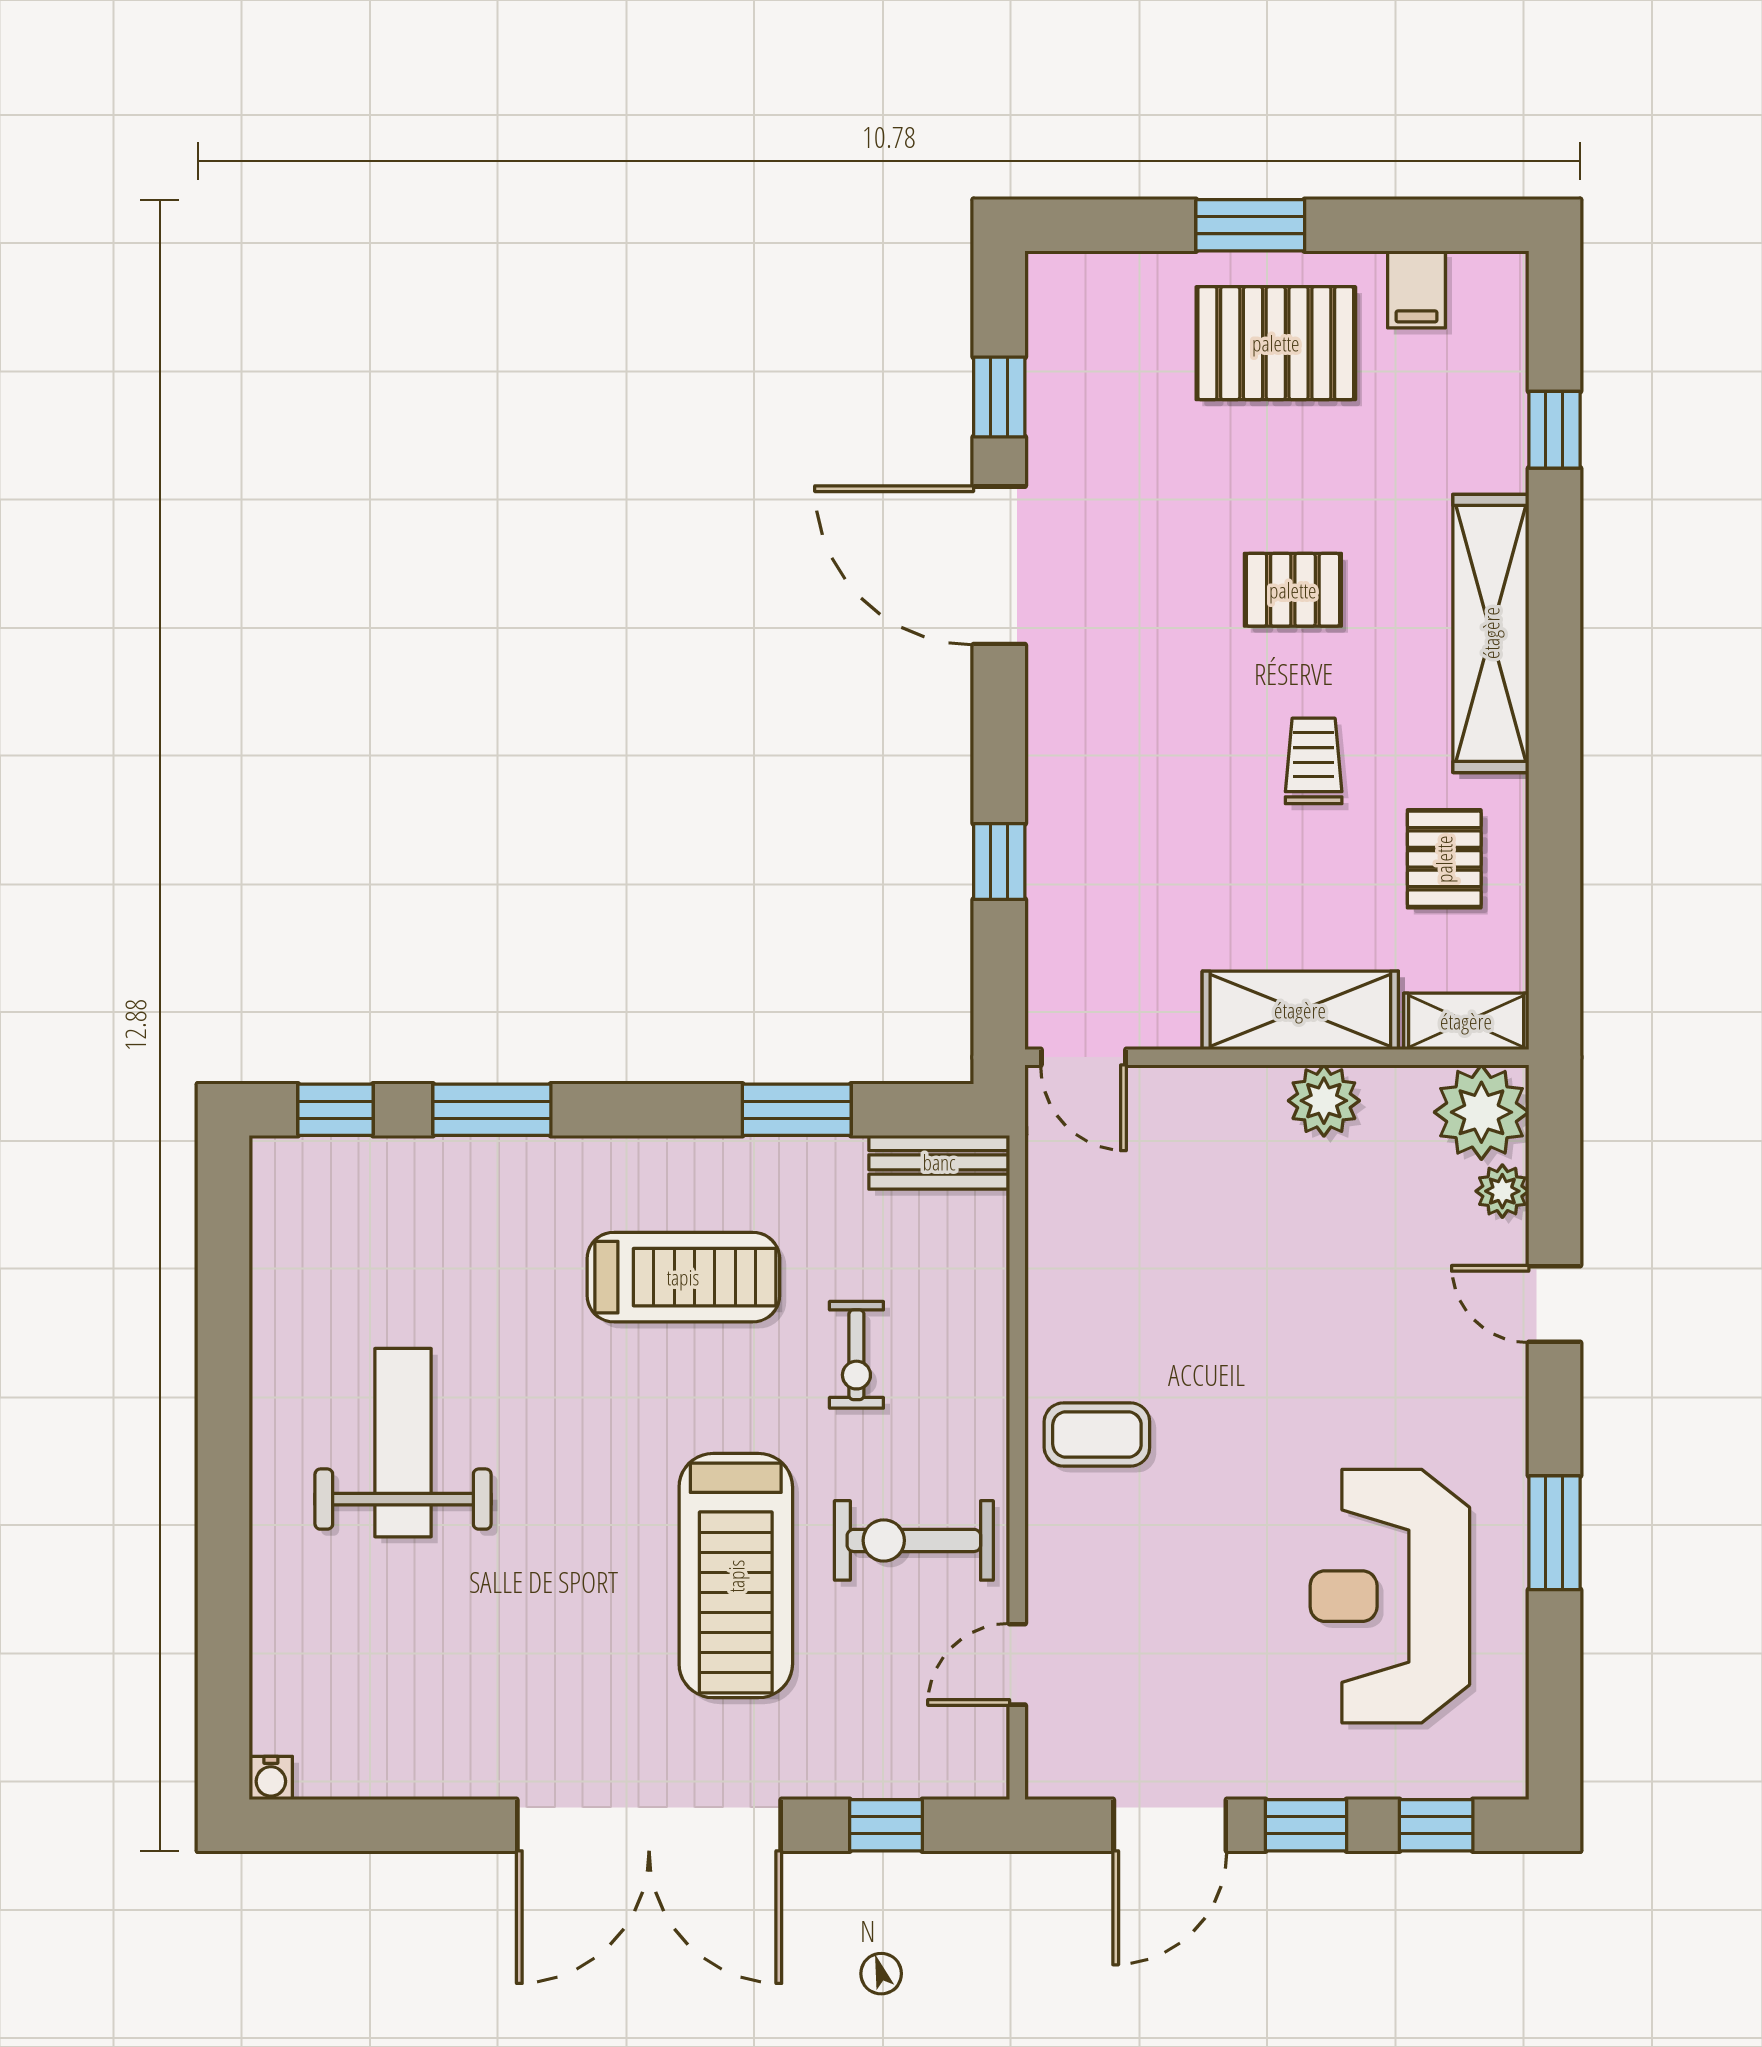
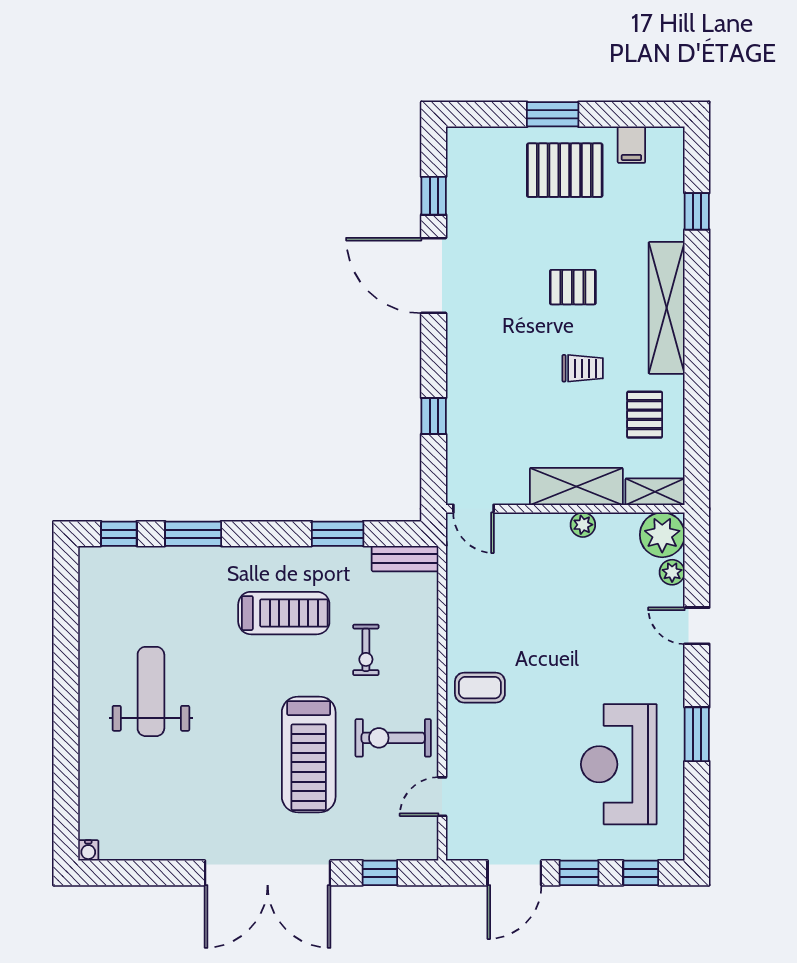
trolley: (1314, 761) -> (583, 368), turned 90
plant: (1324, 1101) -> (583, 525), width x0.73, depth x0.73

